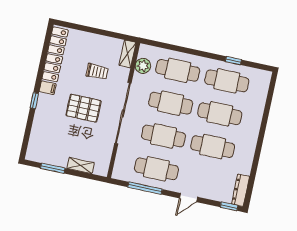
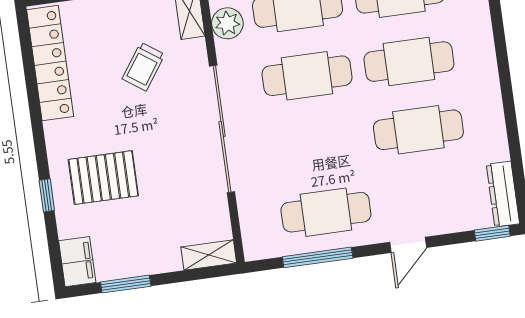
trolley: (97, 72) -> (143, 67), turned 125
filing cabinet: (48, 88) -> (77, 262), moved, width x2.00
window: (34, 101) -> (47, 195), moved
pallet: (84, 108) -> (103, 178), moved
cafe table: (164, 136) -> (316, 144), removed
shelving: (81, 166) -> (209, 255), moved

